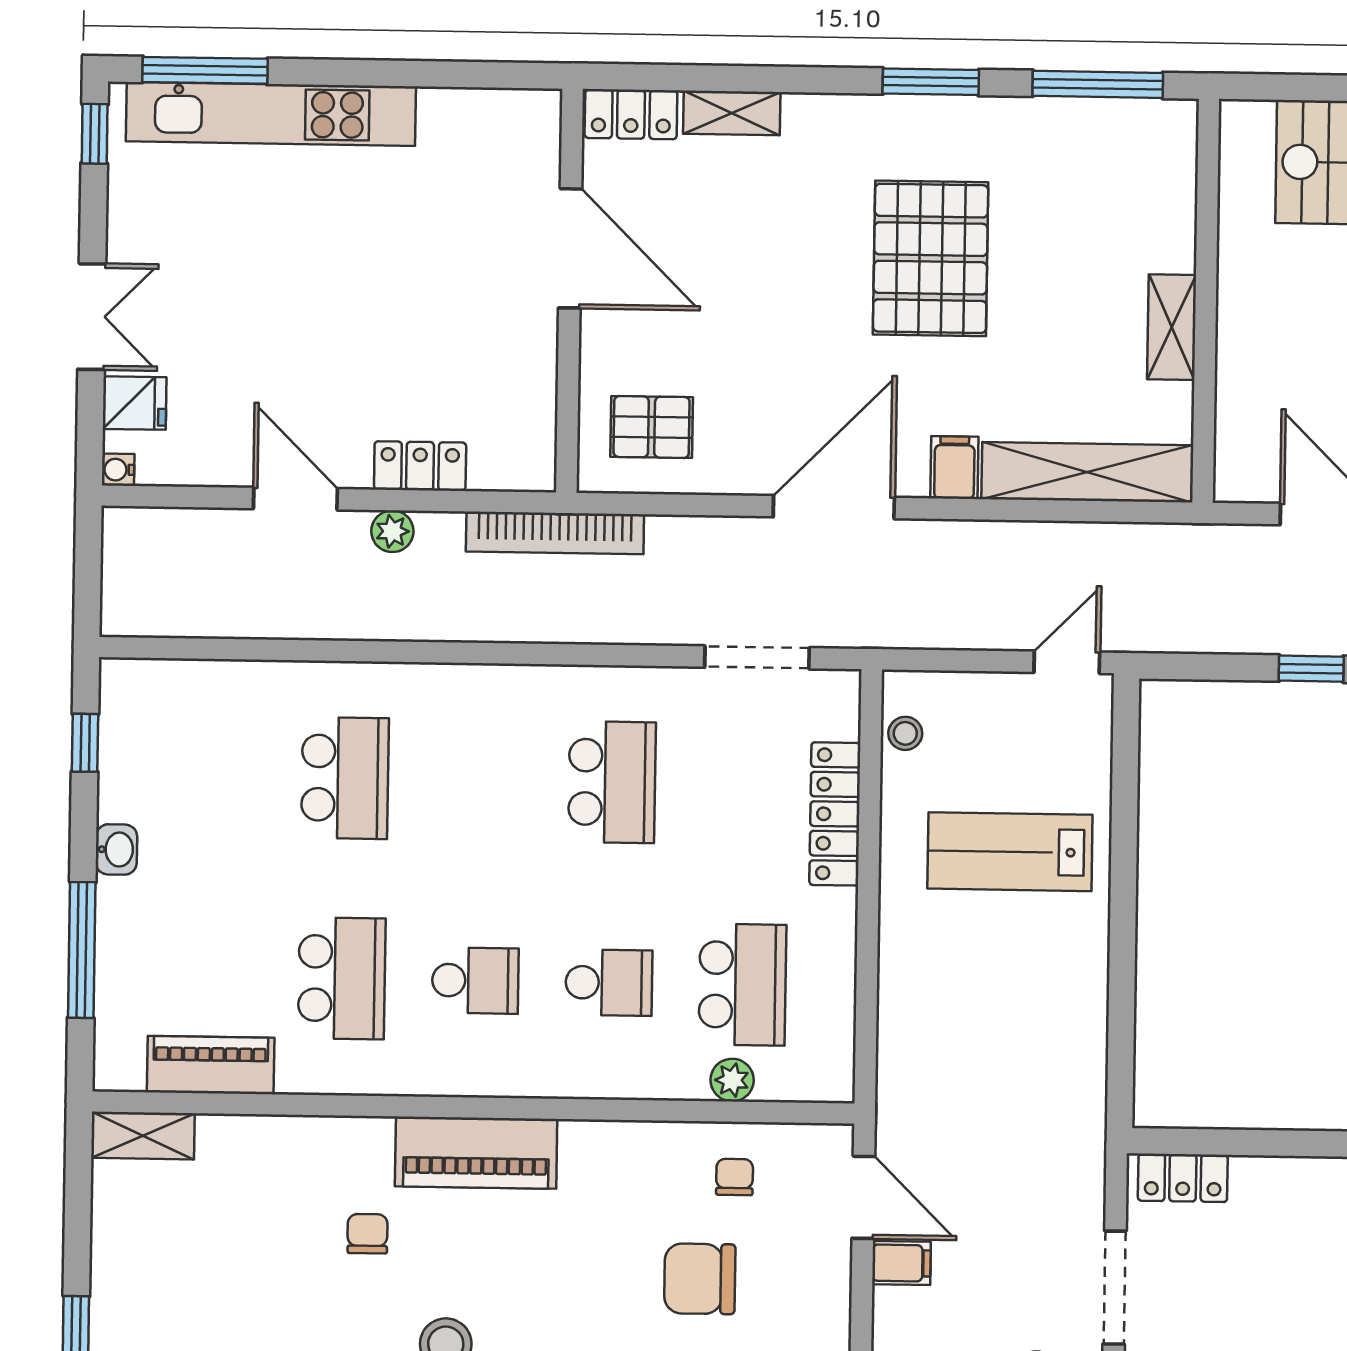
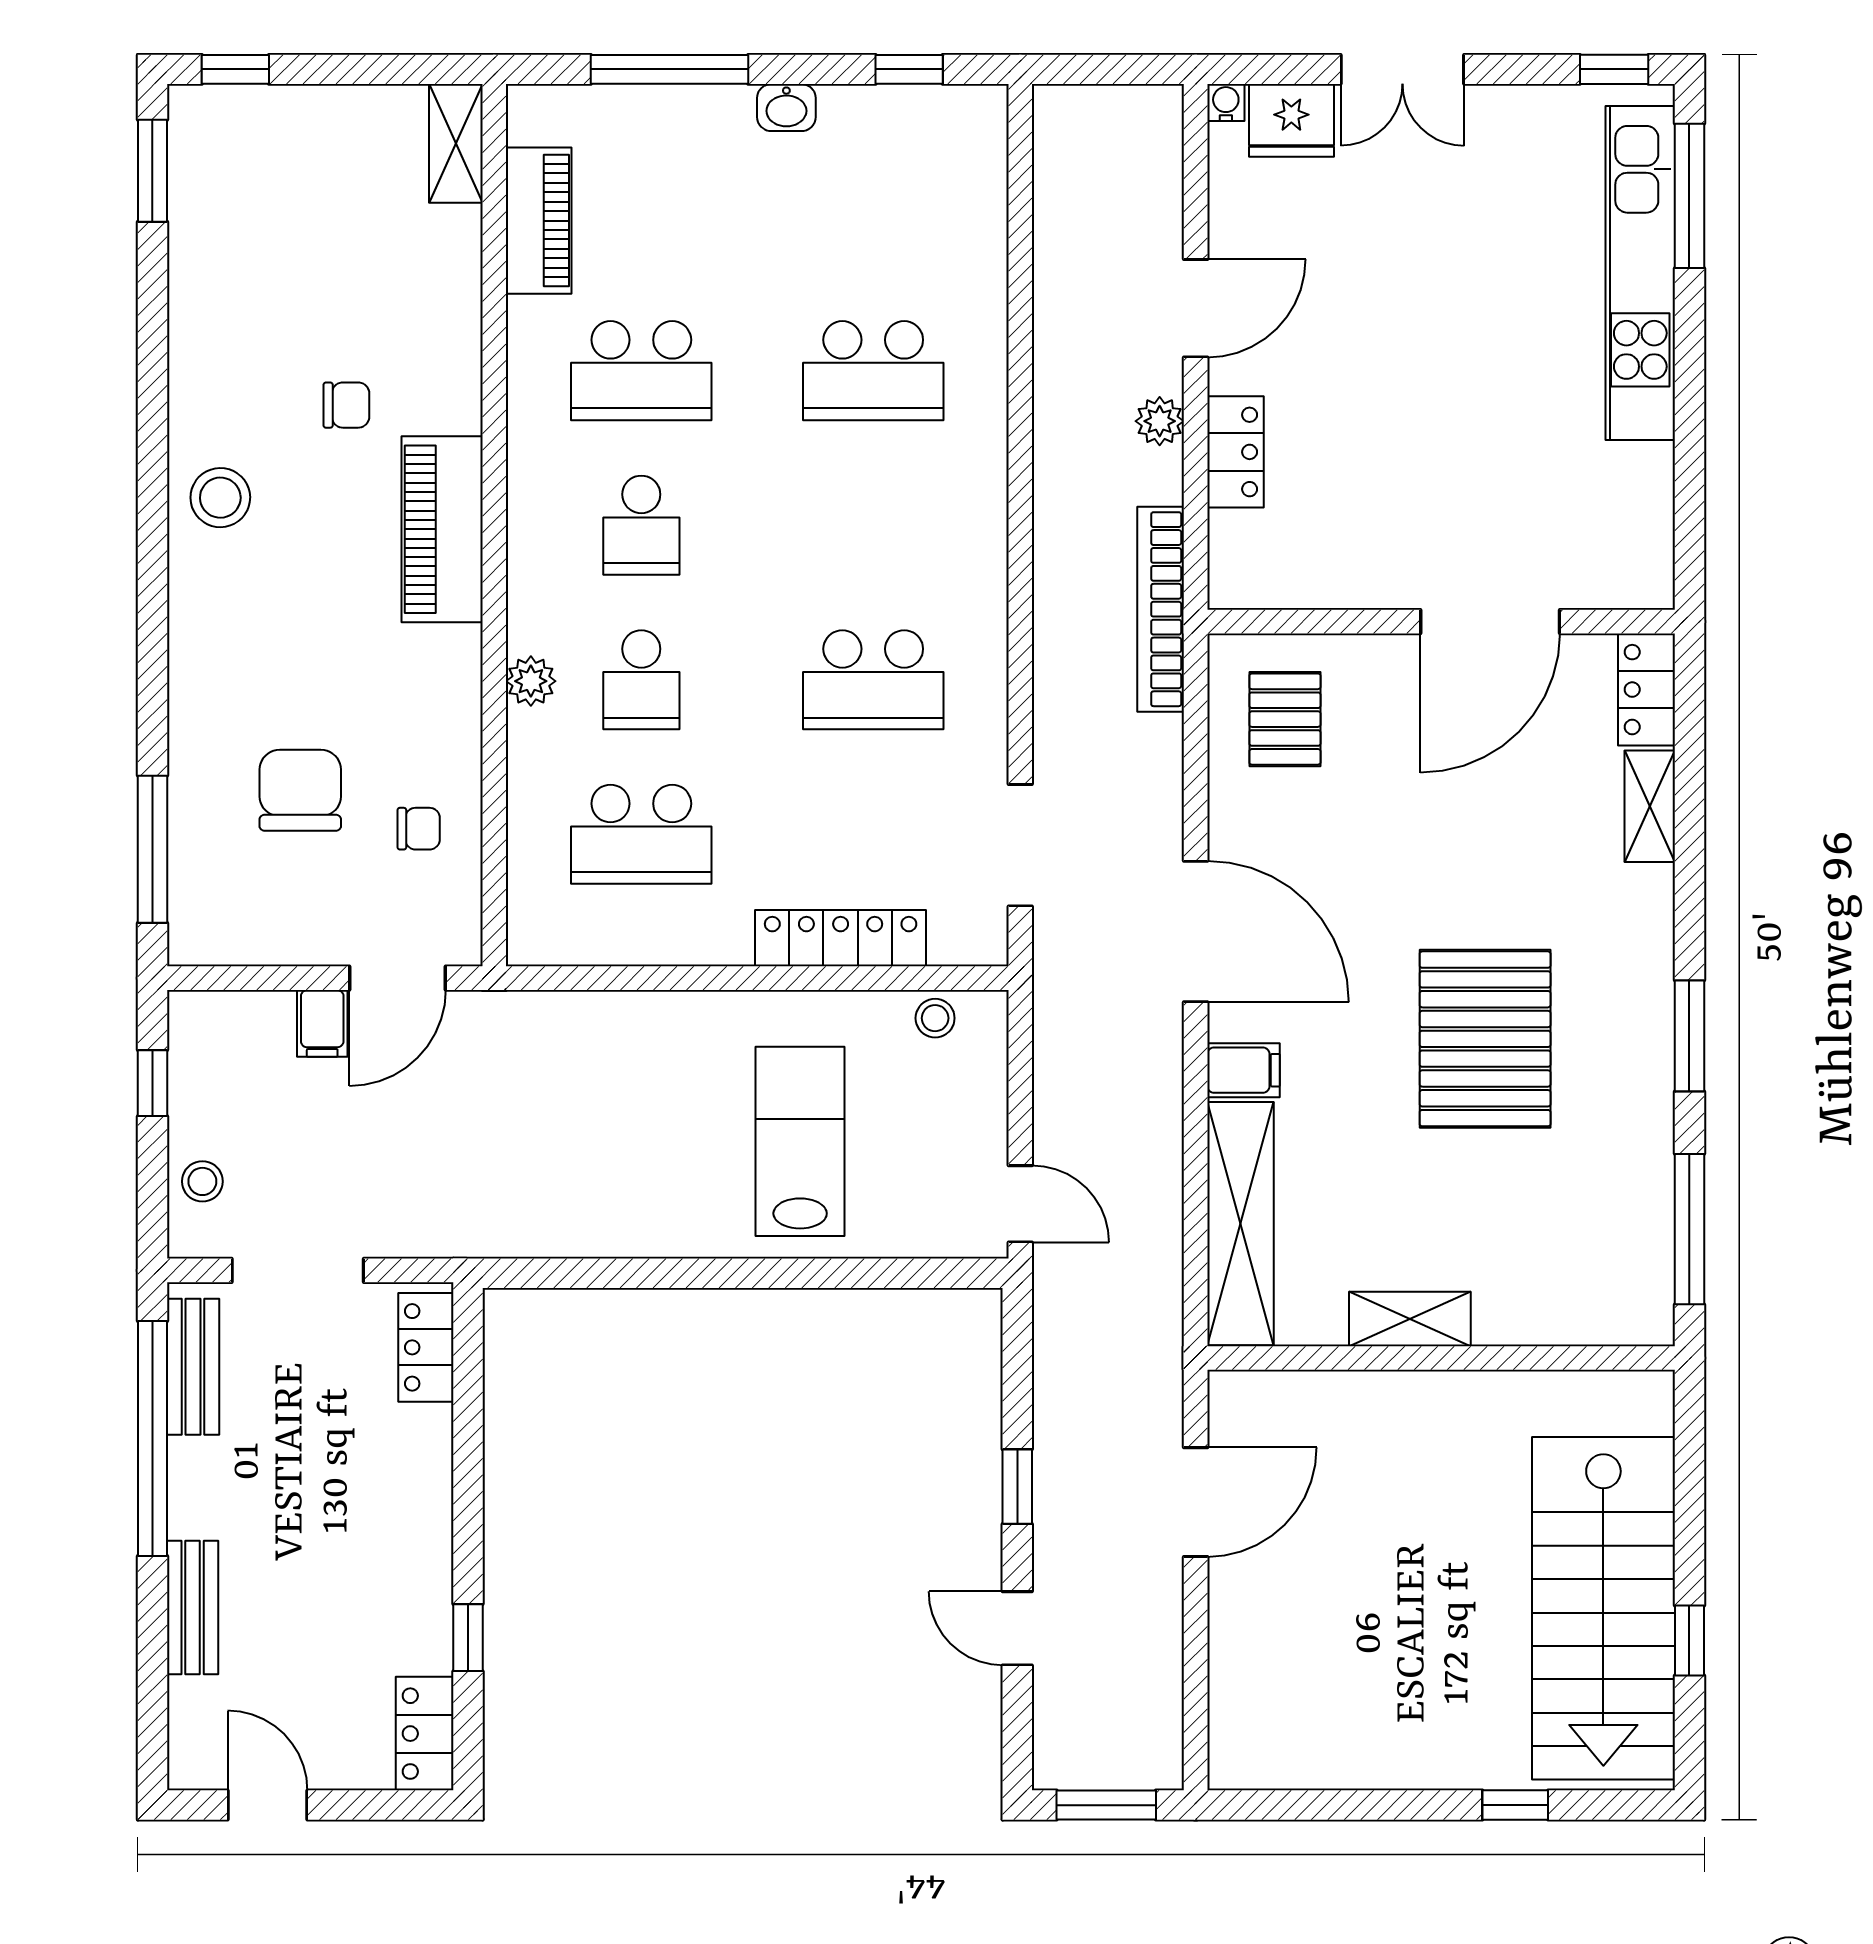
pallet: (931, 258) -> (1485, 1039), turned 90
fridge: (135, 403) -> (1291, 120), width x1.38
plant: (732, 1080) -> (531, 681), moved

